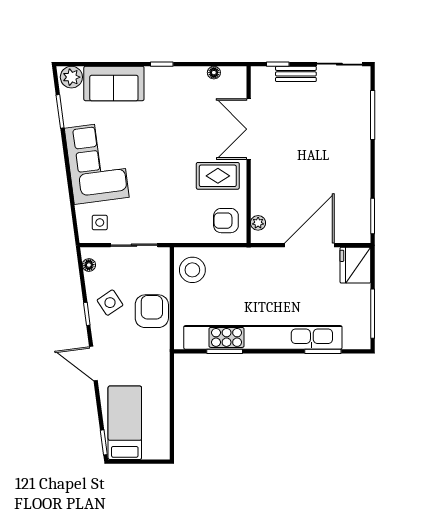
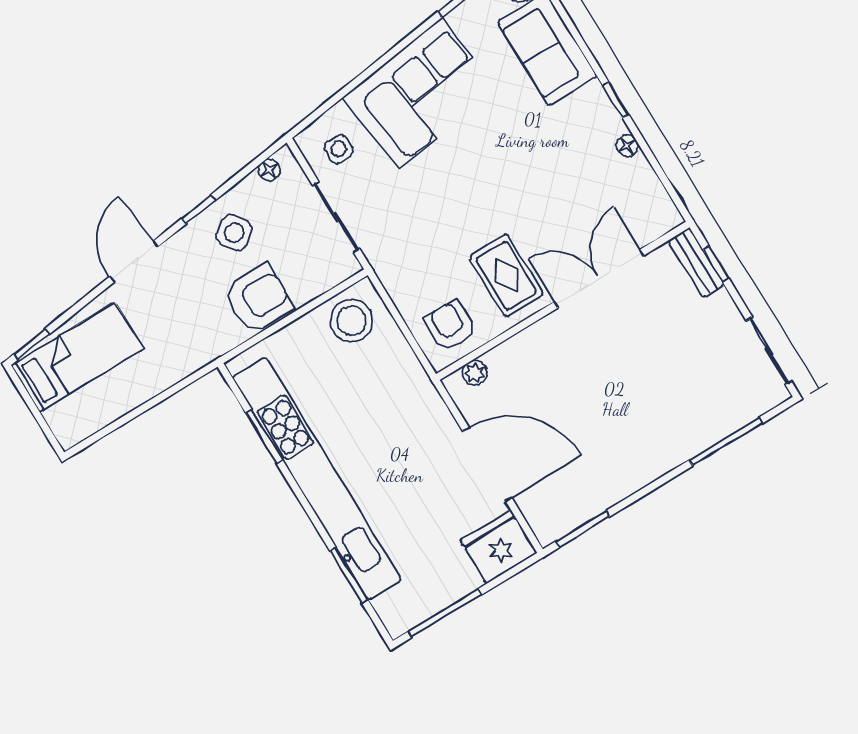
floor lamp: (214, 73) -> (627, 146), moved
bench: (296, 74) -> (696, 263), moved

